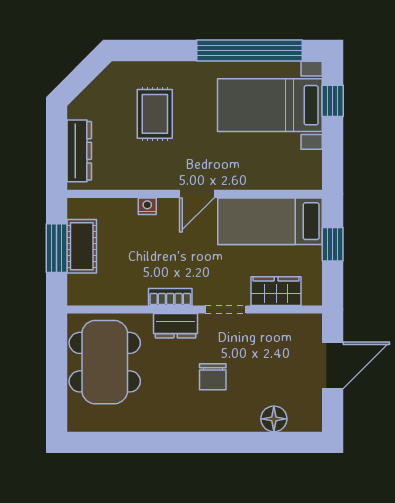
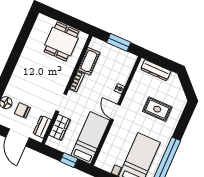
cot: (82, 246) -> (89, 61), moved, turned 90
dresser: (176, 326) -> (42, 127), moved
dining table: (105, 362) -> (61, 42), width x0.73
chair: (213, 377) -> (22, 110), moved

